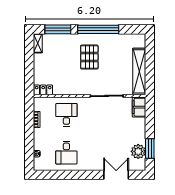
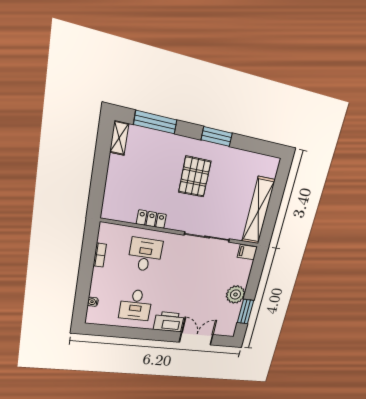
window: (98, 29) -> (217, 137), width x0.47
locker: (43, 90) -> (151, 219), moved
filing cabinet: (139, 107) -> (247, 252), width x0.50
plant: (138, 151) -> (235, 294), moved
printer: (93, 163) -> (169, 322), added

